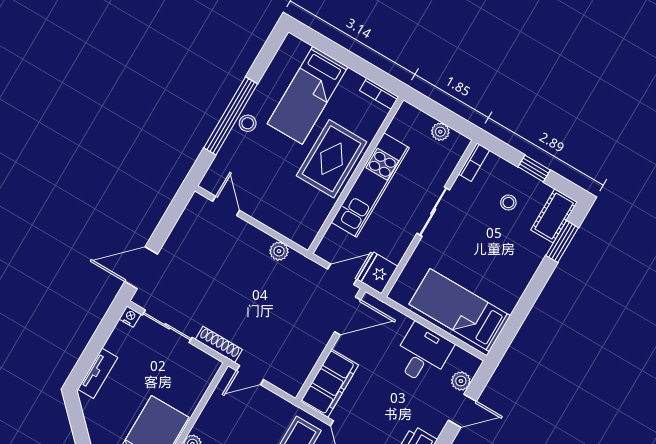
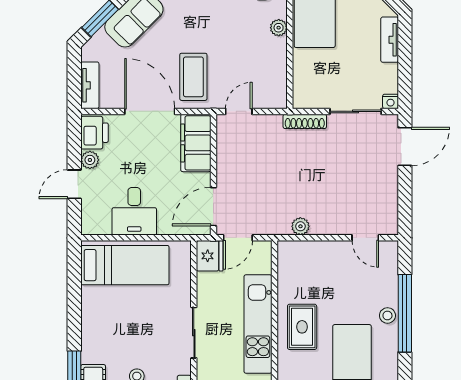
rug: (332, 159) -> (302, 327), width x0.73, depth x0.70
door: (250, 375) -> (239, 111), moved
plant: (461, 381) -> (90, 160), moved

